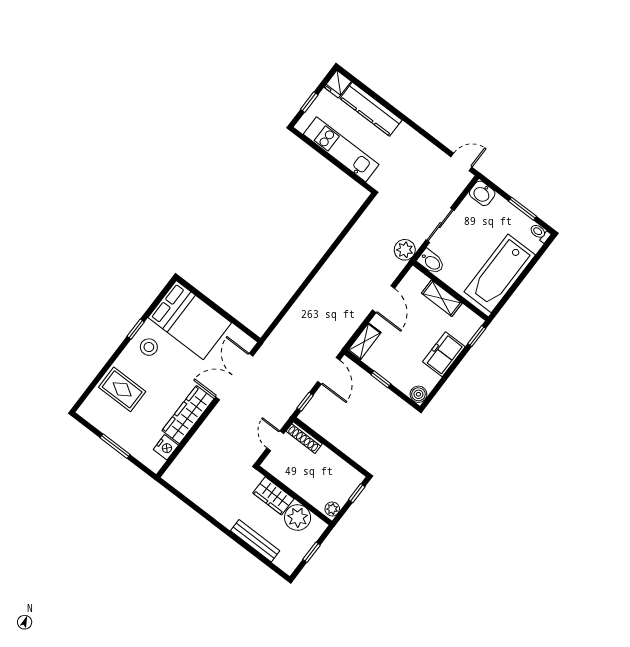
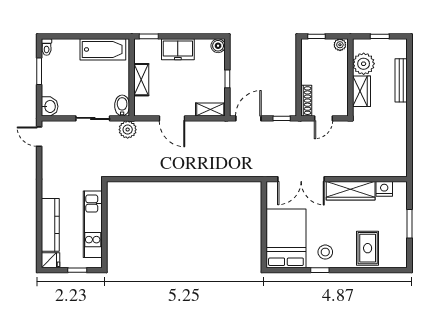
bathtub: (500, 273) -> (103, 49), width x0.73, depth x0.73
door: (383, 299) -> (172, 118), swing flipped

